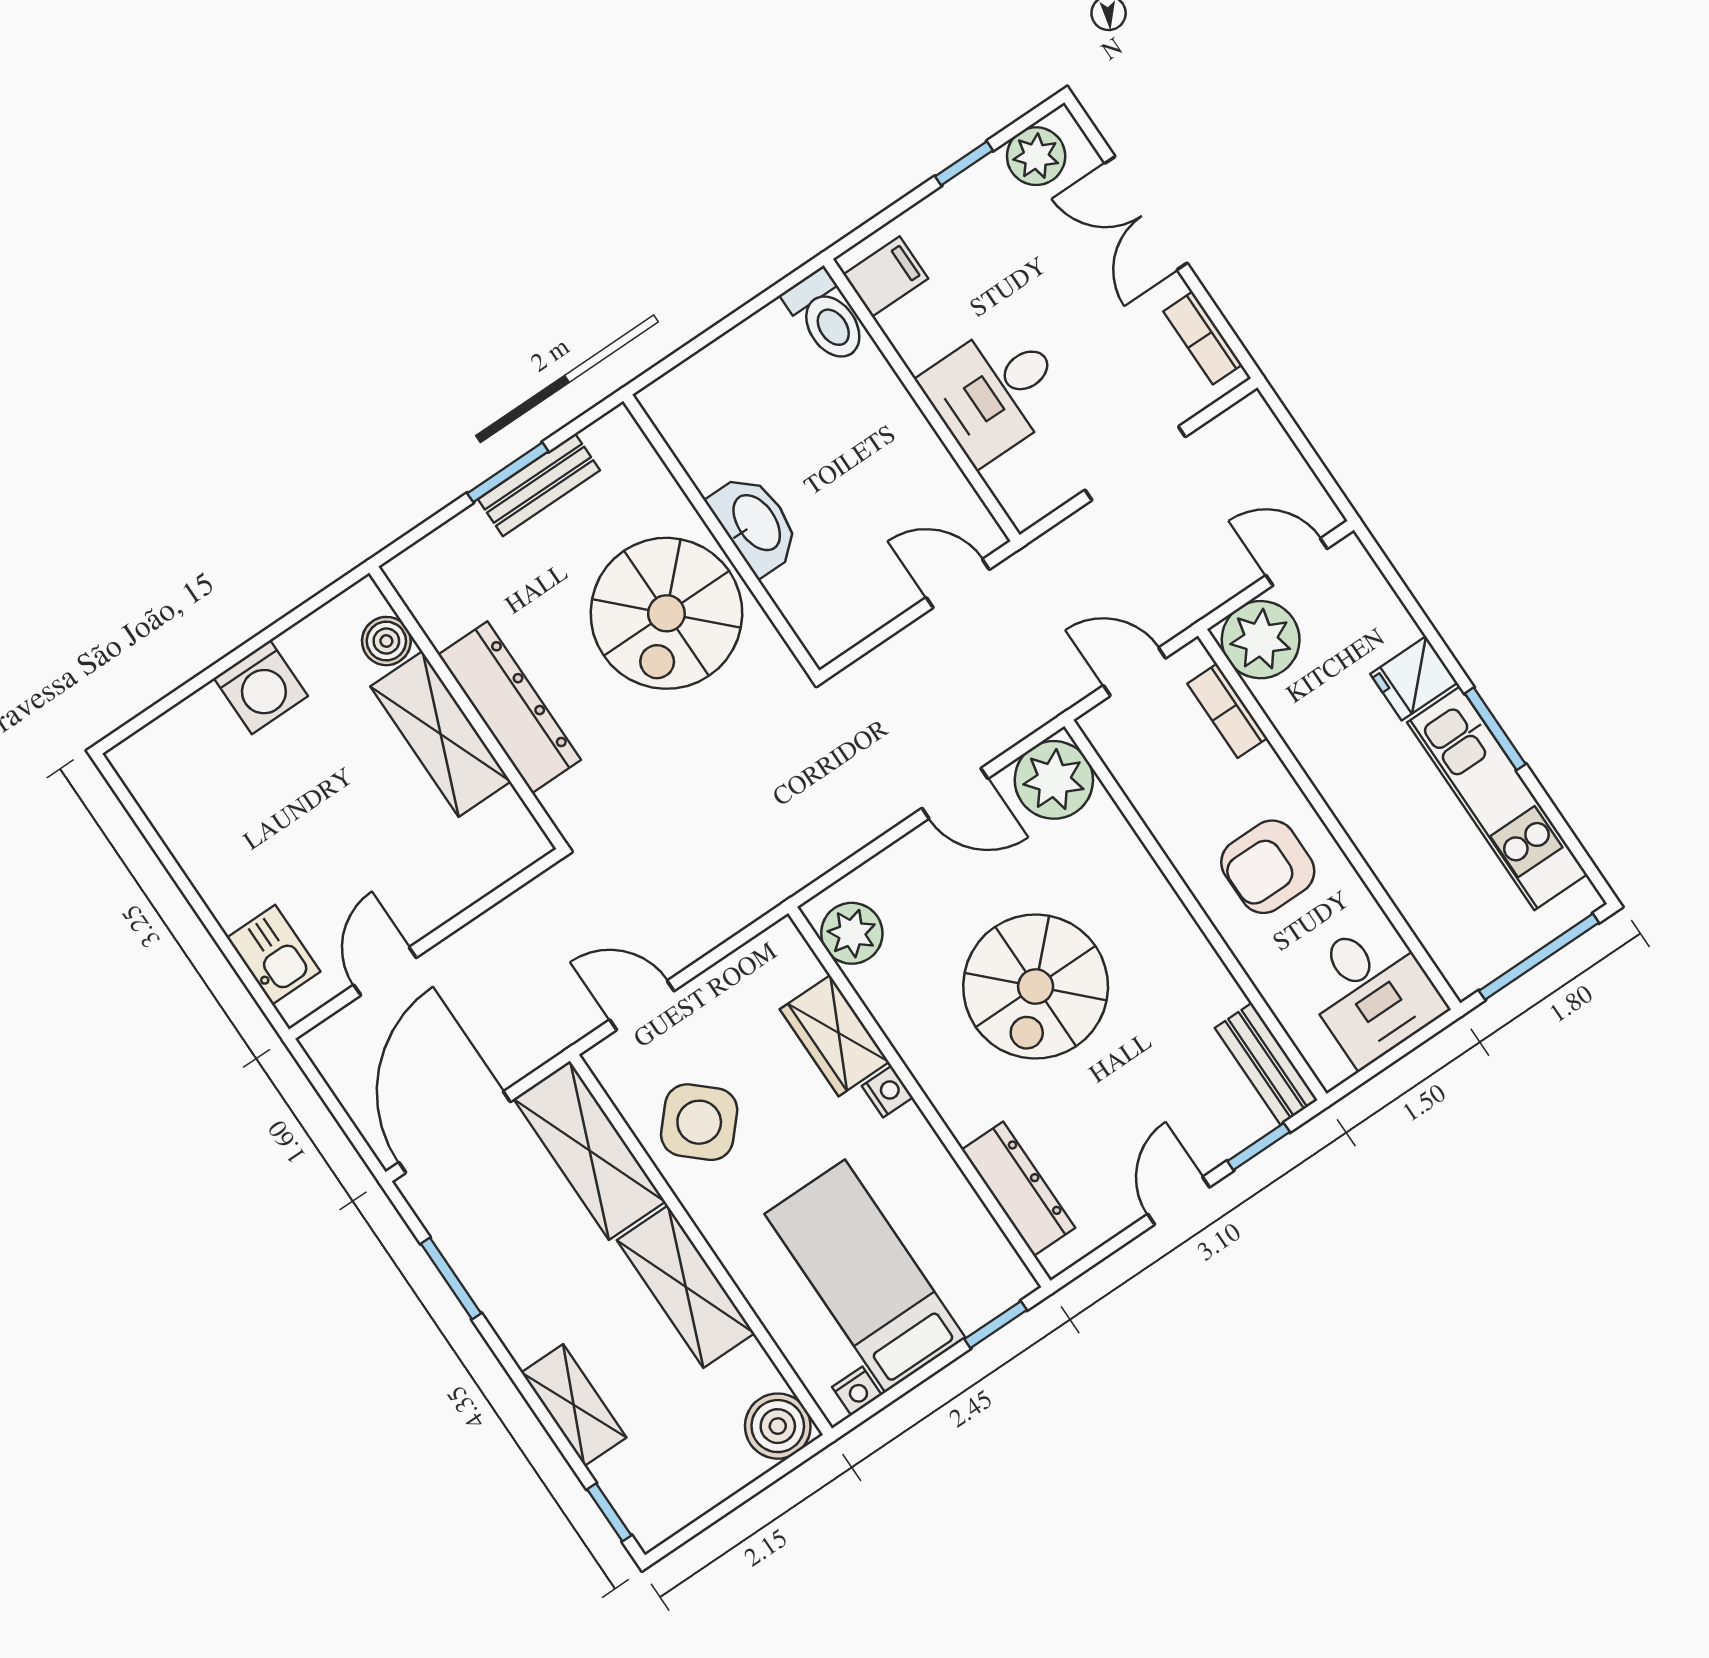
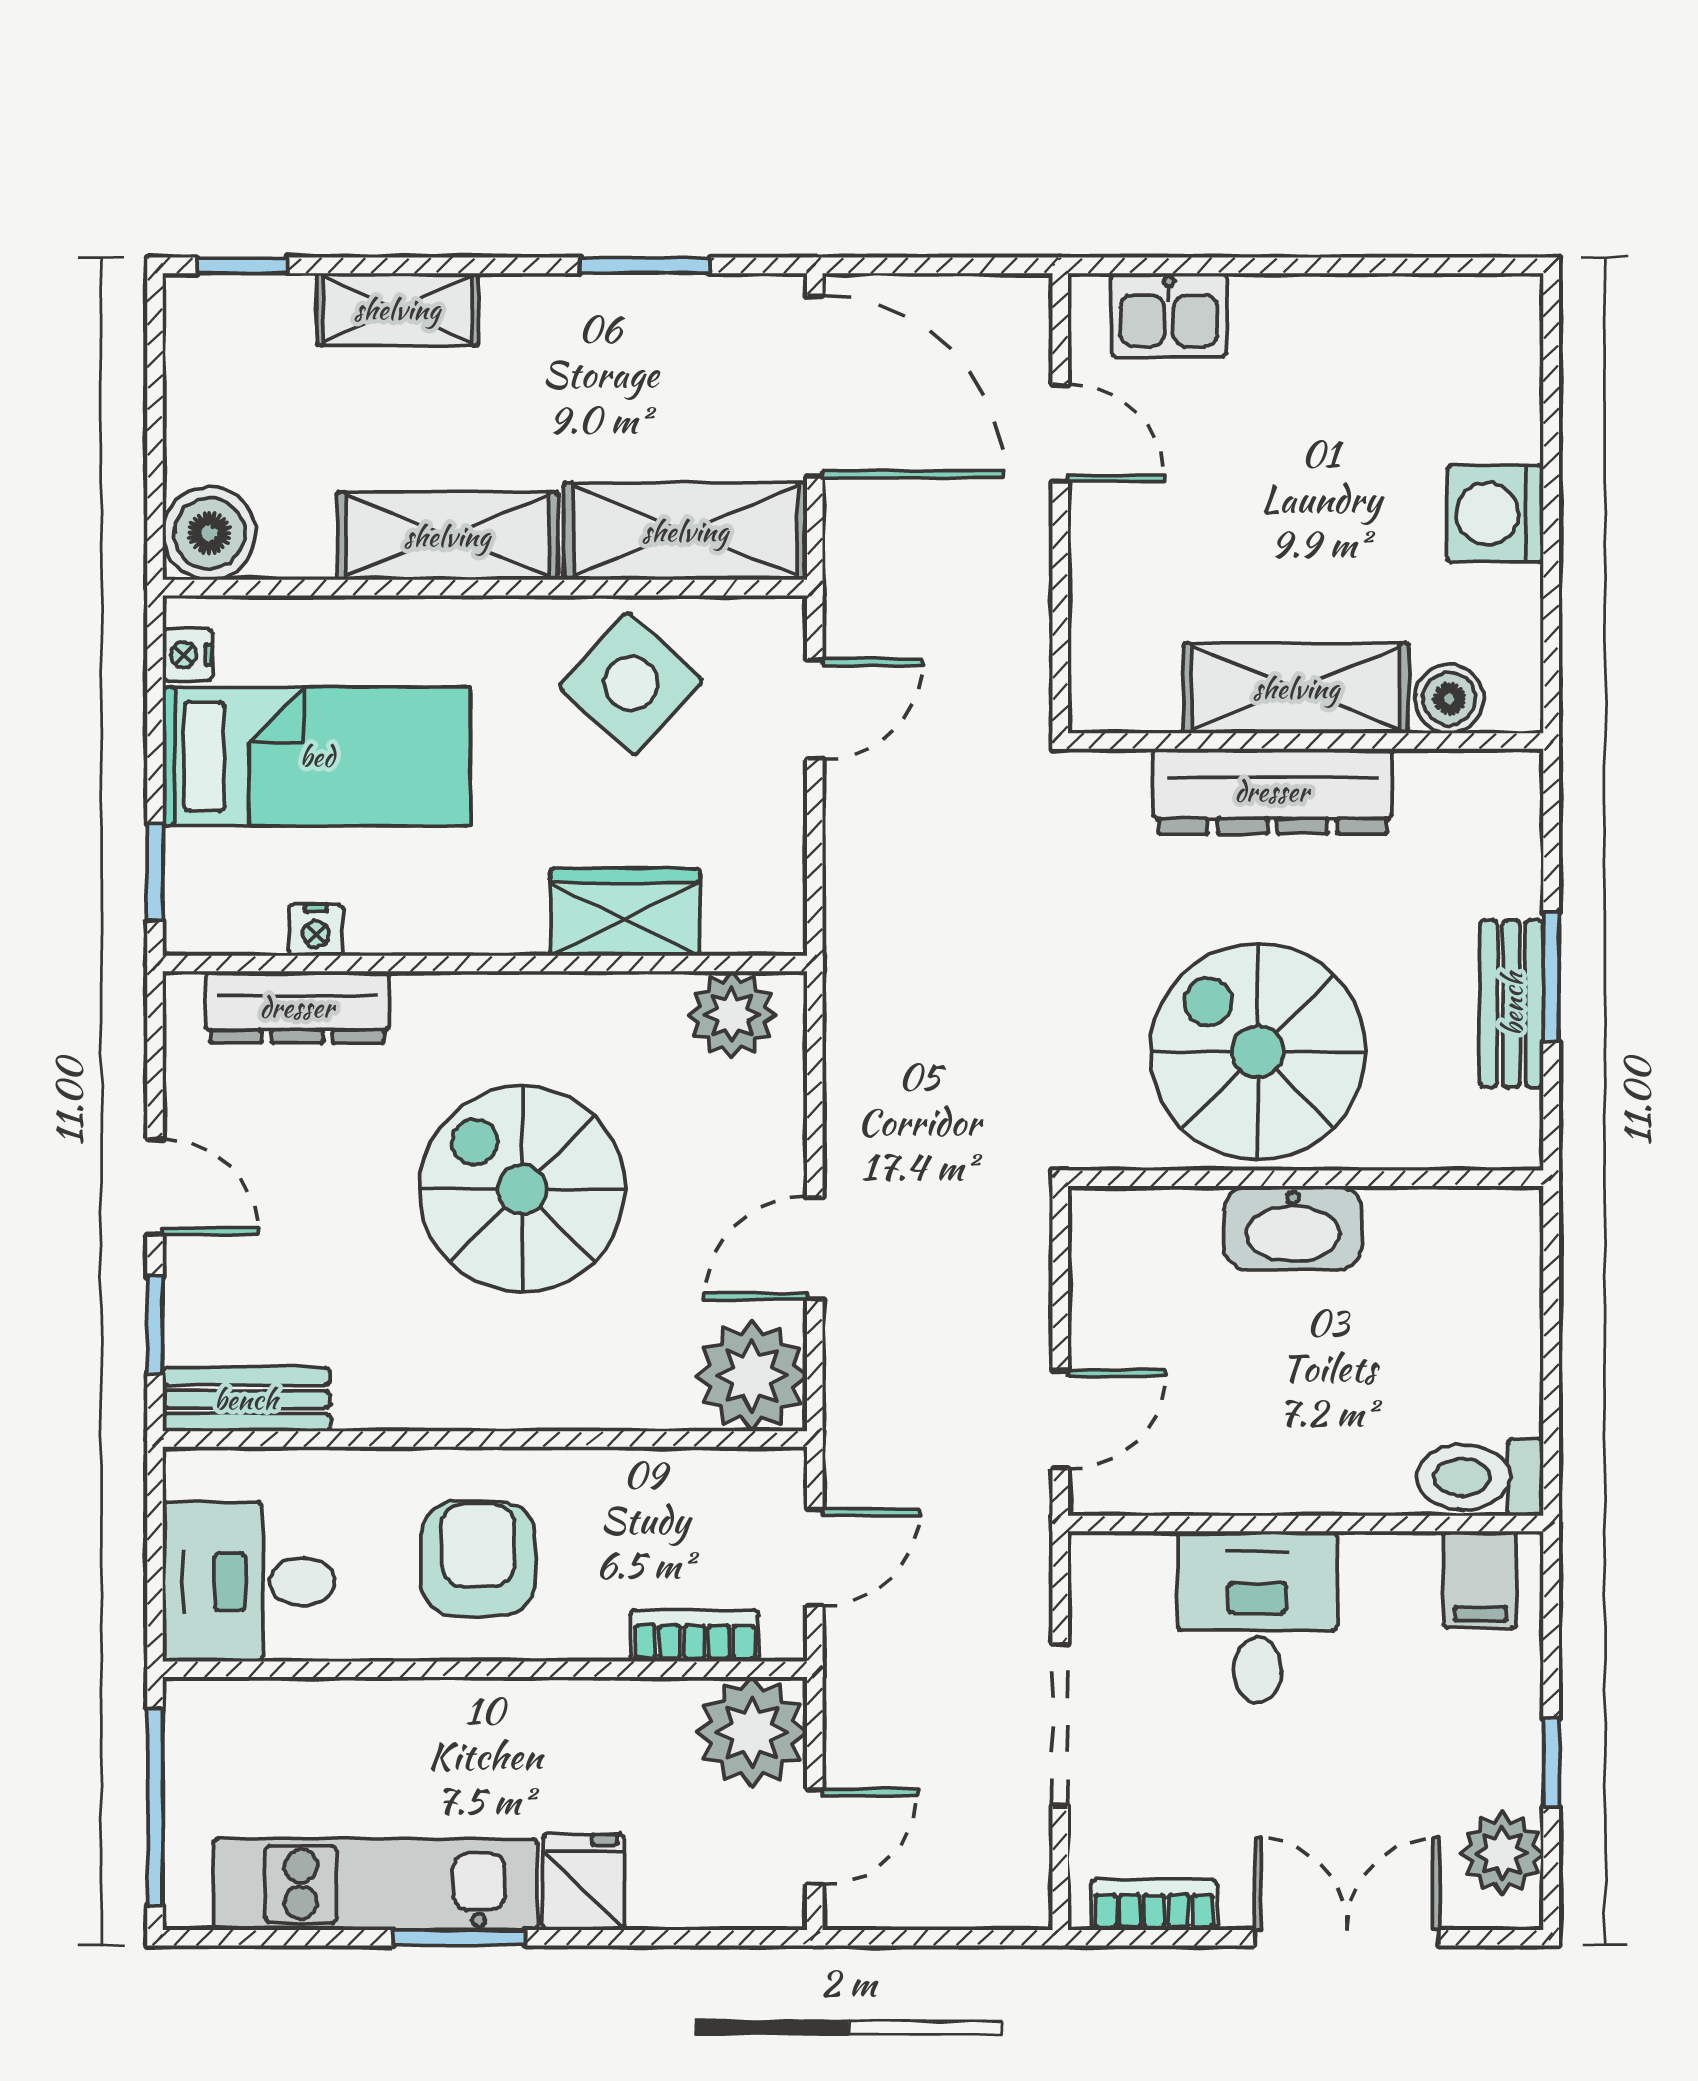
nightstand: (887, 1092) -> (316, 930), moved

